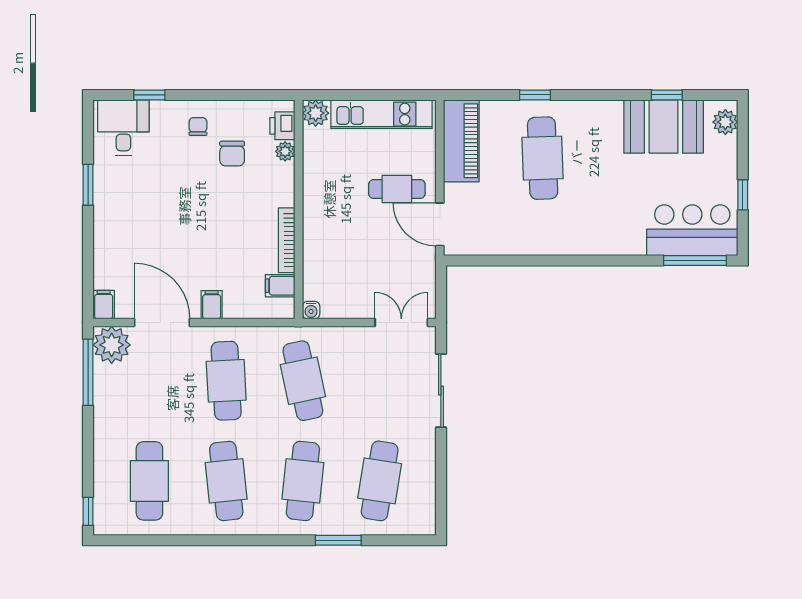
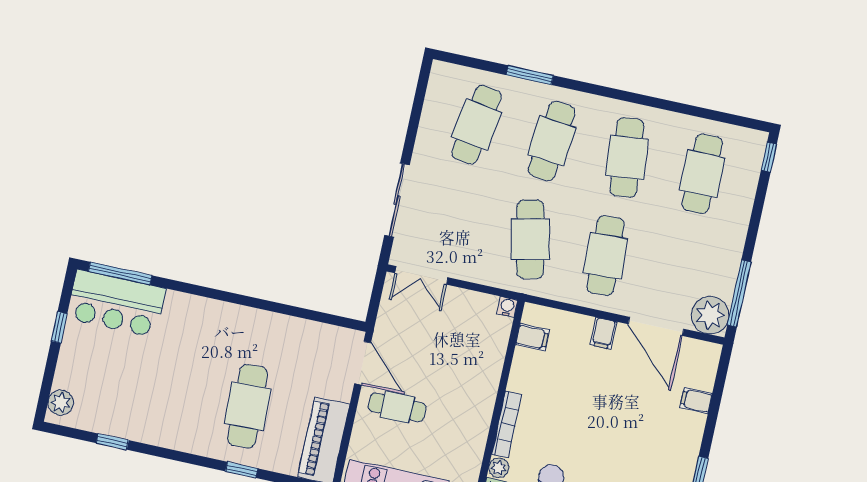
booth: (664, 126) -> (122, 411), removed
bookcase: (287, 240) -> (507, 424), moved
filing cabinet: (104, 305) -> (696, 401), moved, turned 90

